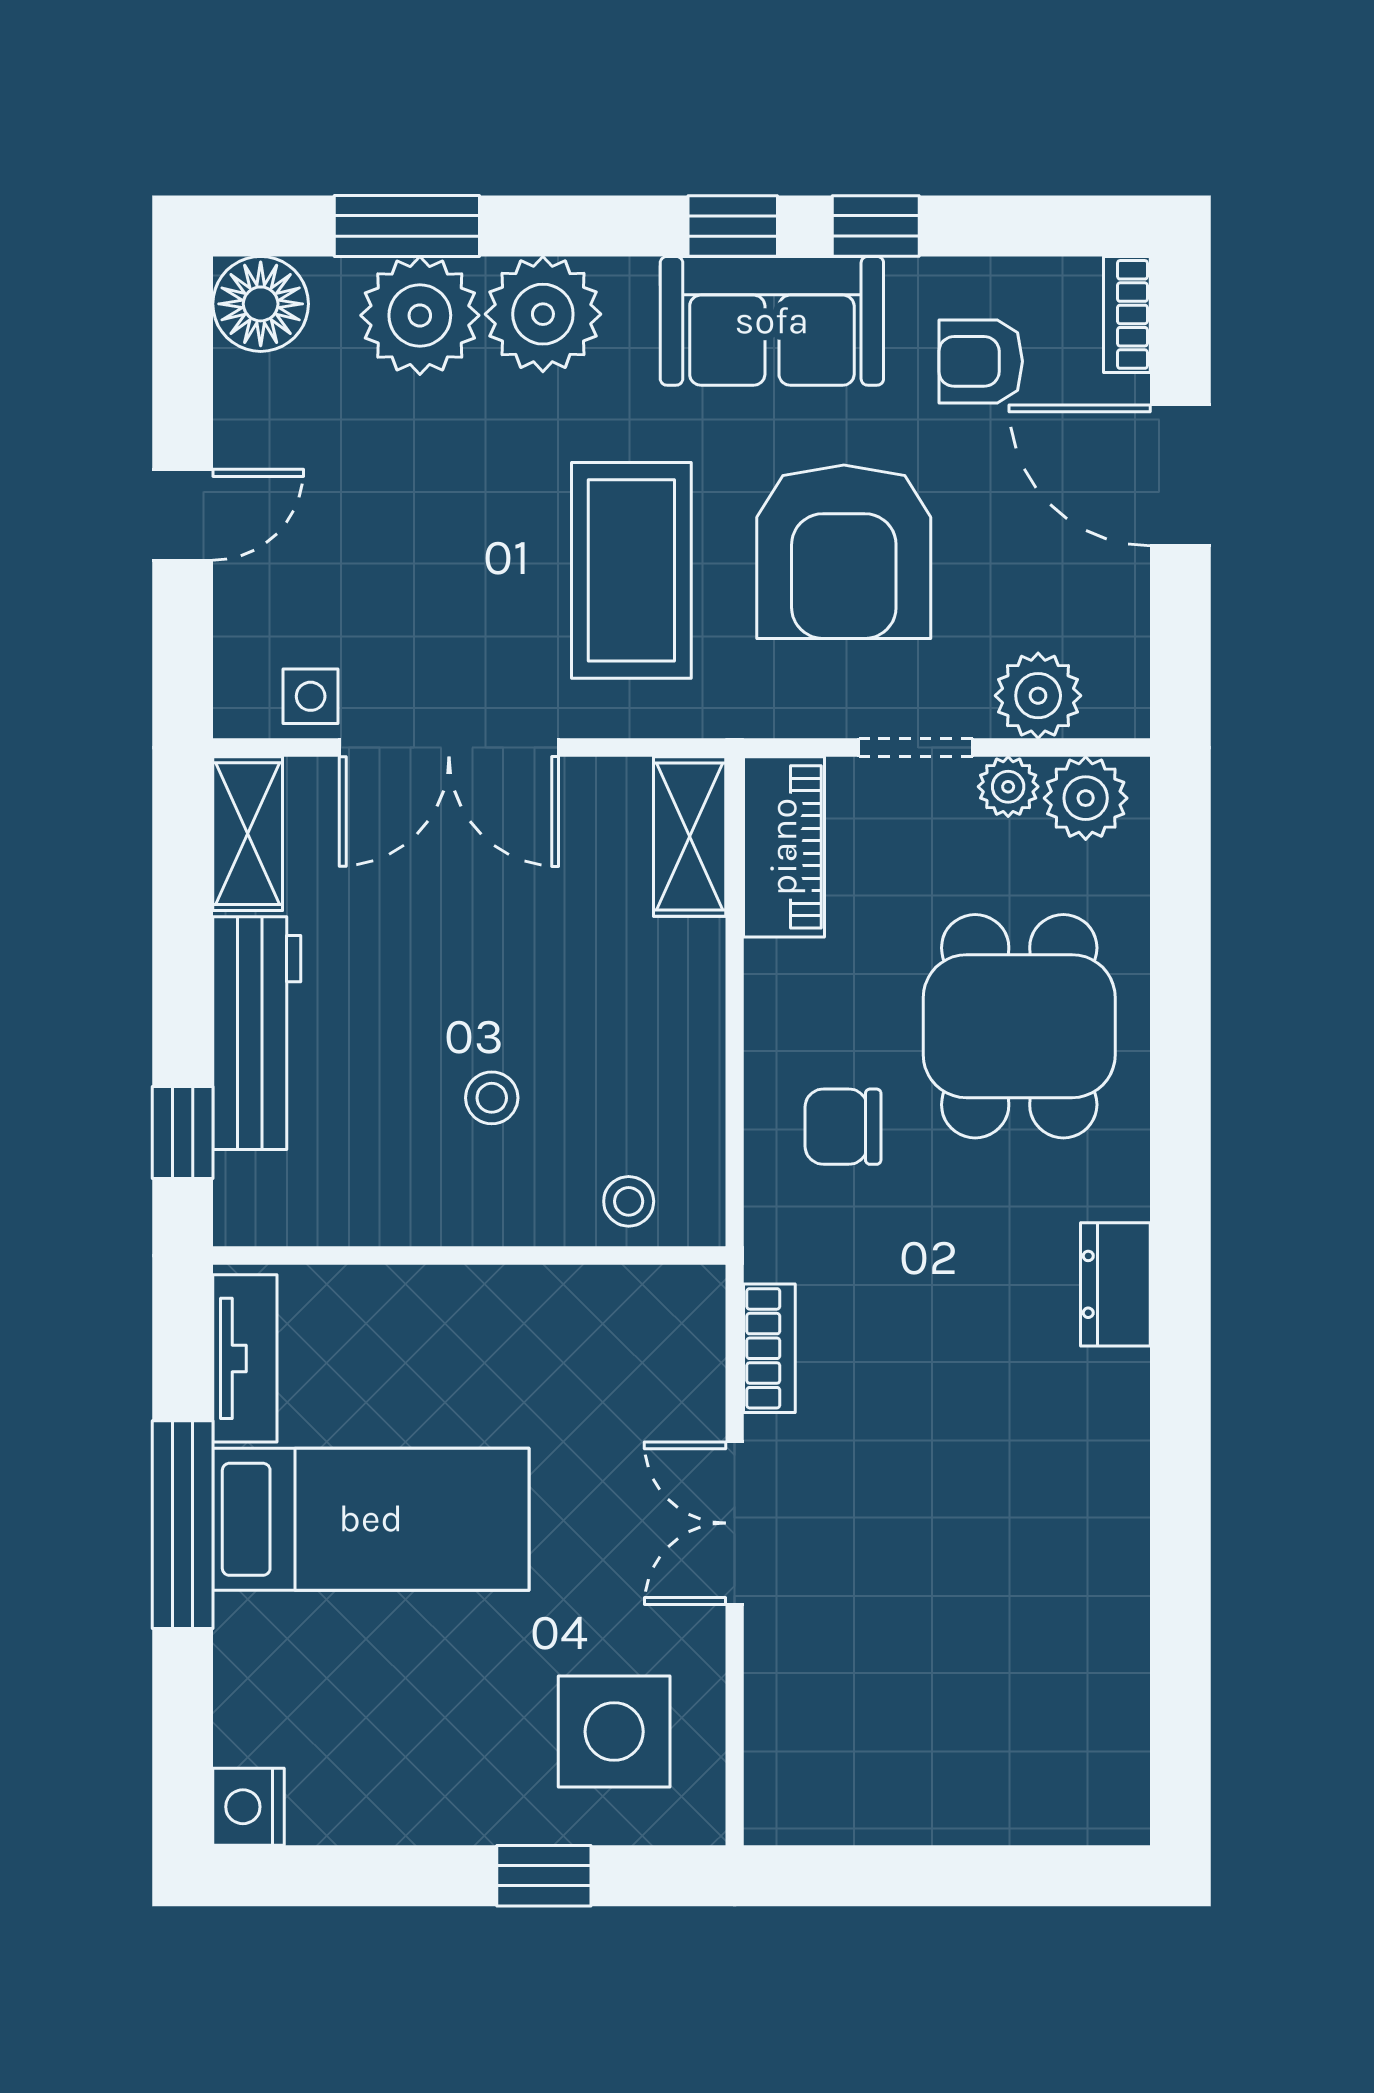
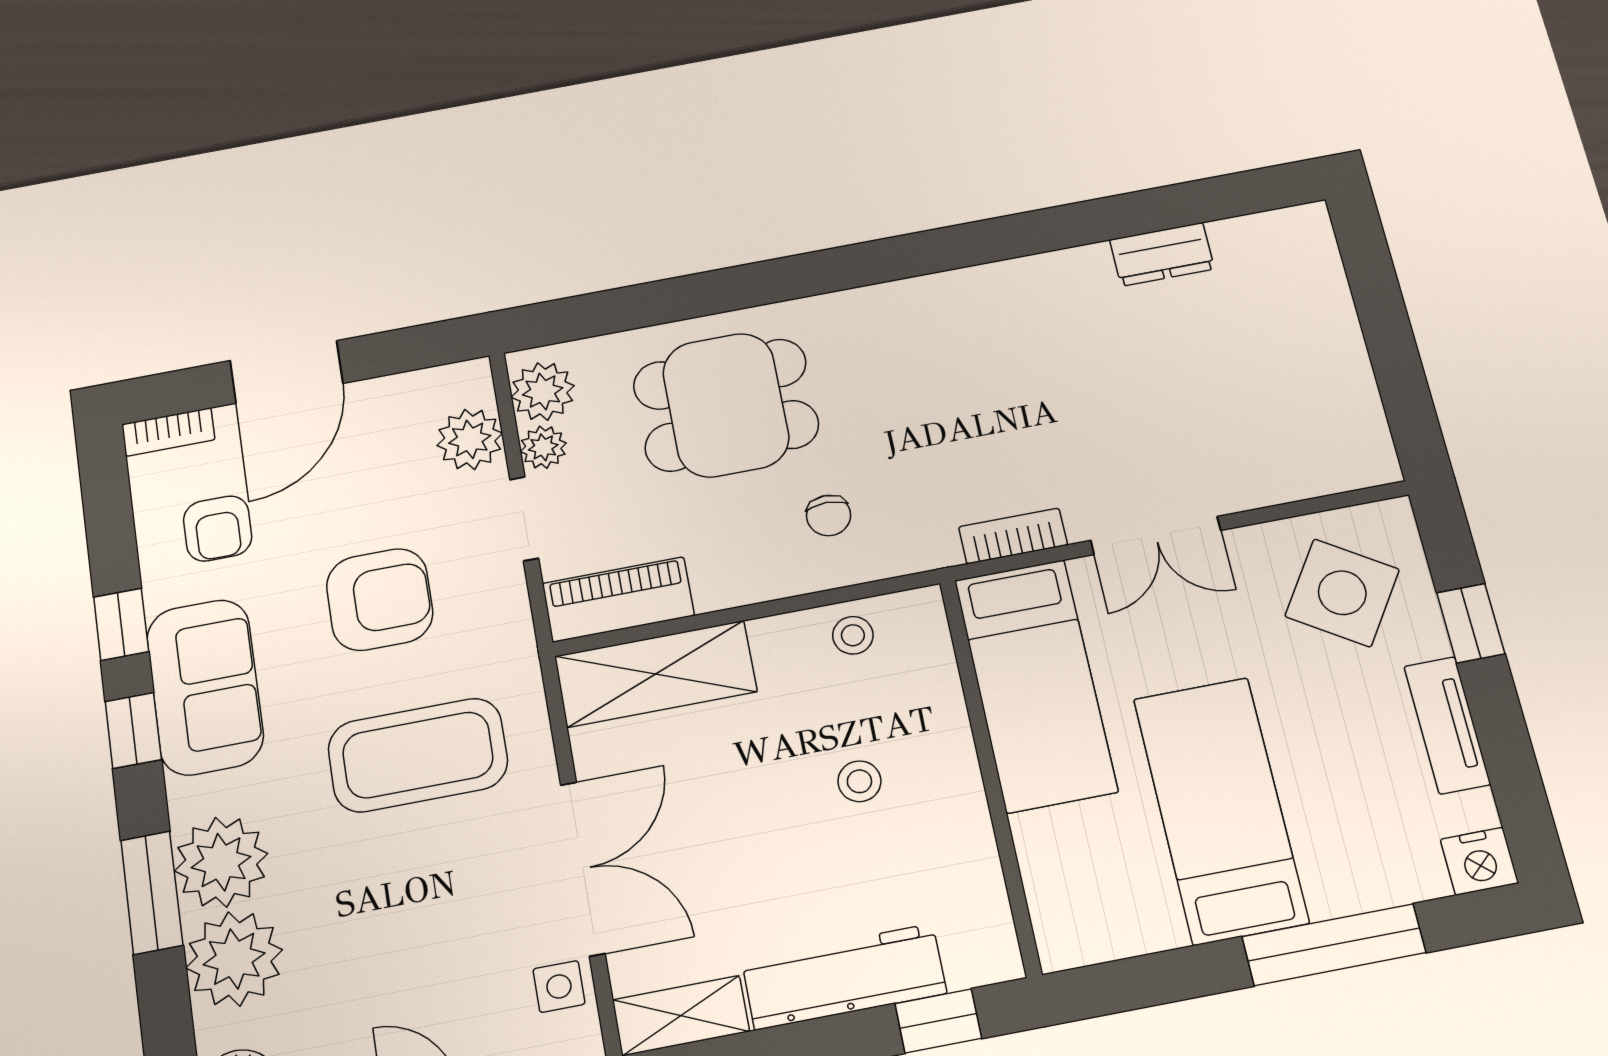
window: (407, 226) -> (152, 893), moved
armchair: (844, 552) -> (380, 599), width x0.73, depth x0.73
shelving: (690, 837) -> (656, 674), width x1.50, depth x1.33
chair: (843, 1127) -> (829, 515), width x0.73, depth x0.73
stool: (629, 1201) -> (853, 635), moved
dresser: (1115, 1284) -> (1162, 254), moved
bed: (571, 1334) -> (1035, 685), added
tv unit: (245, 1358) -> (1447, 725), moved, turned -90
window: (183, 1525) -> (1334, 945), moved
side table: (614, 1732) -> (1342, 593), turned 33

